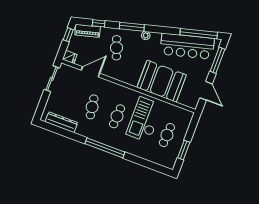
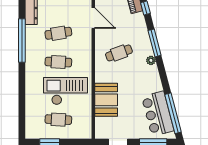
bar counter: (187, 46) -> (158, 114), width x0.73
cafe table: (116, 48) -> (119, 53), moved
booth: (162, 81) -> (106, 100), width x0.73, depth x0.70
window: (105, 148) -> (22, 40), moved

